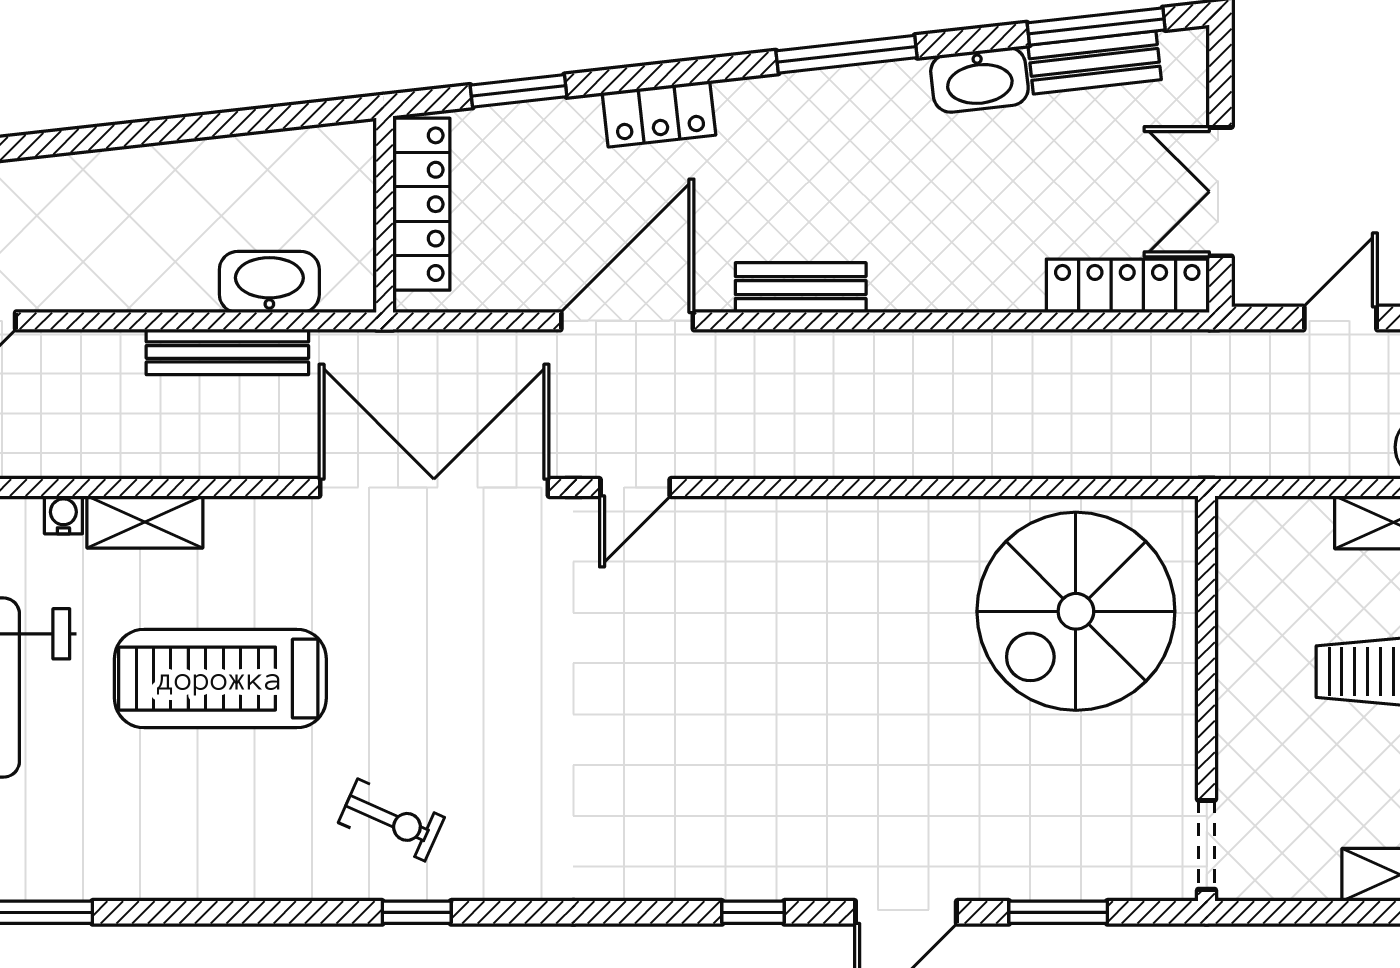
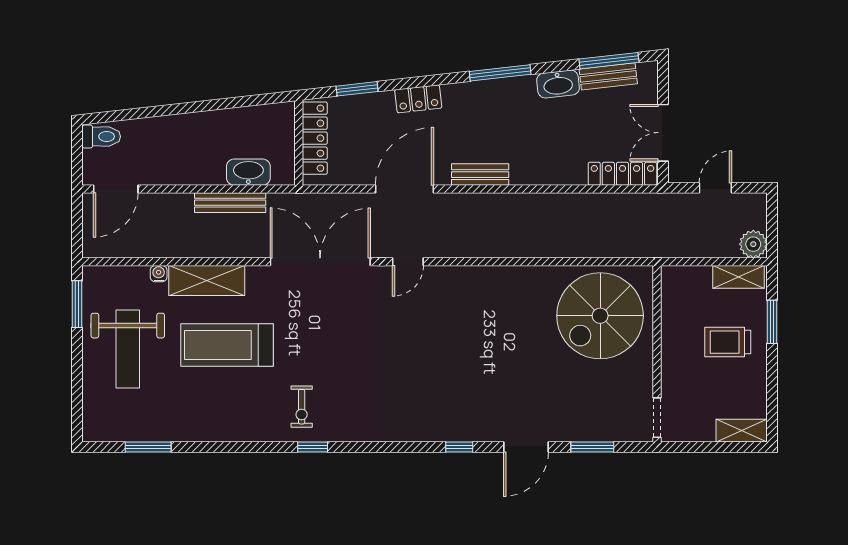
shelving: (145, 522) -> (207, 281), width x1.50, depth x1.33
exercise bike: (391, 820) -> (302, 407), turned 66

